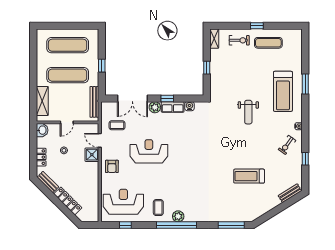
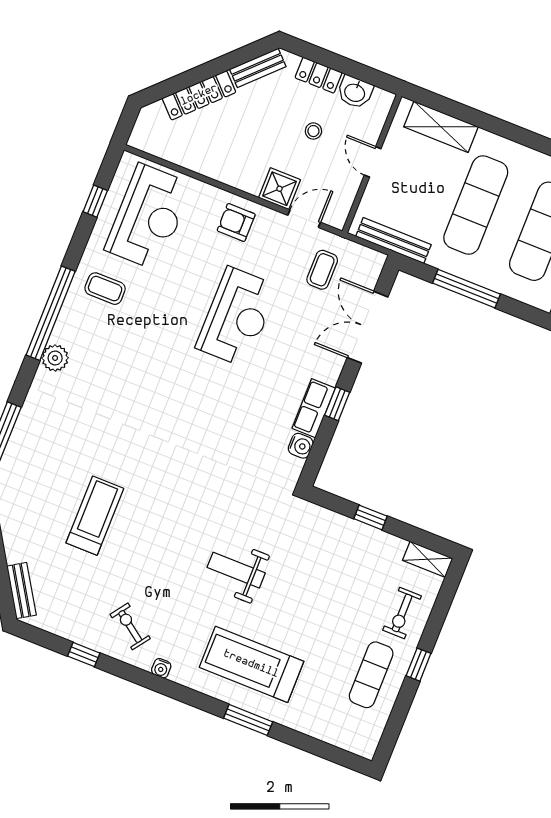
window: (102, 66) -> (466, 289), width x2.17
plant: (155, 107) -> (329, 369), removed
washbasin: (42, 130) -> (355, 92), moved
plant: (178, 216) -> (55, 358), moved

